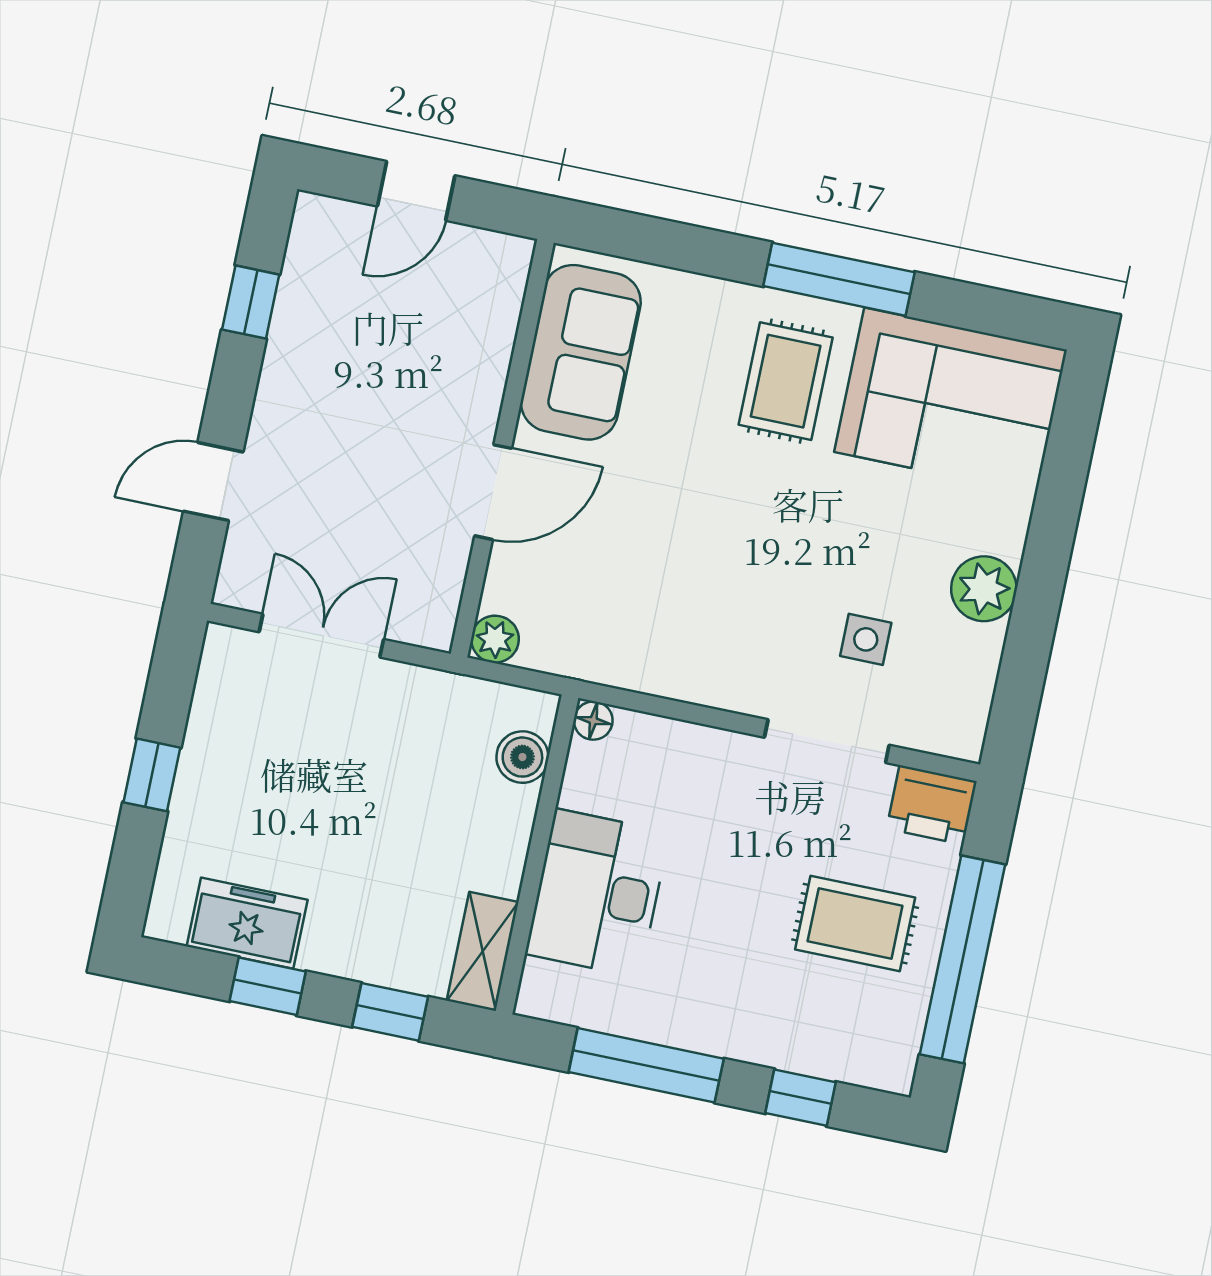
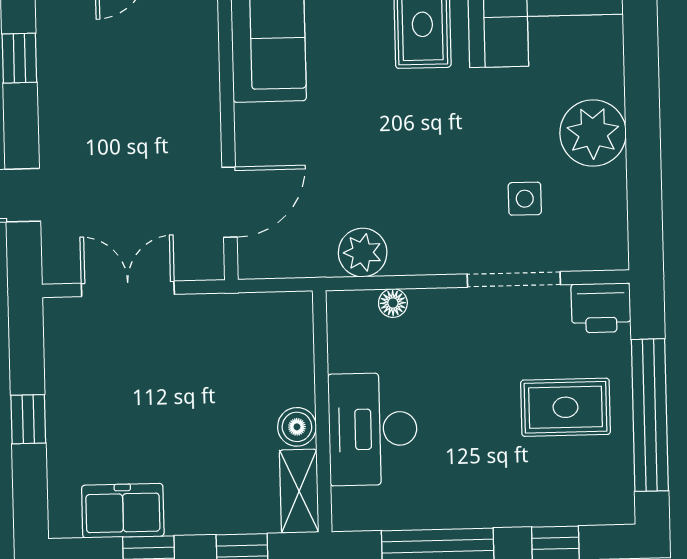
door: (493, 492) -> (229, 202), moved
plant: (984, 589) -> (593, 133), width x1.36, depth x1.36
plant: (495, 639) -> (363, 253), moved, width x1.38, depth x1.38
floor lamp: (593, 721) -> (393, 303), moved
boiler: (522, 757) -> (297, 427), moved

